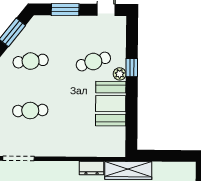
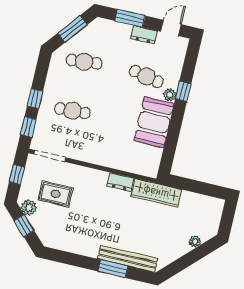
dresser: (82, 22) -> (144, 35), added
cafe table: (93, 62) -> (146, 76), turned 30

